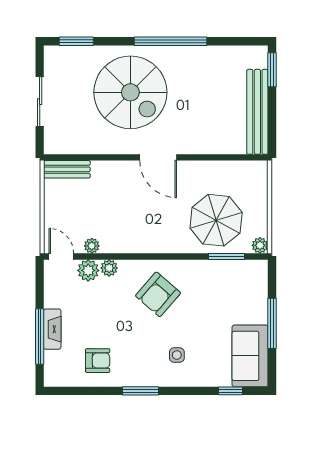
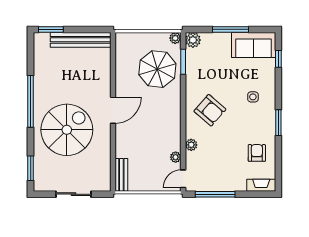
plant: (88, 270) -> (193, 40), moved
fireplace: (52, 329) -> (261, 185), moved
window: (40, 337) -> (215, 194), moved

